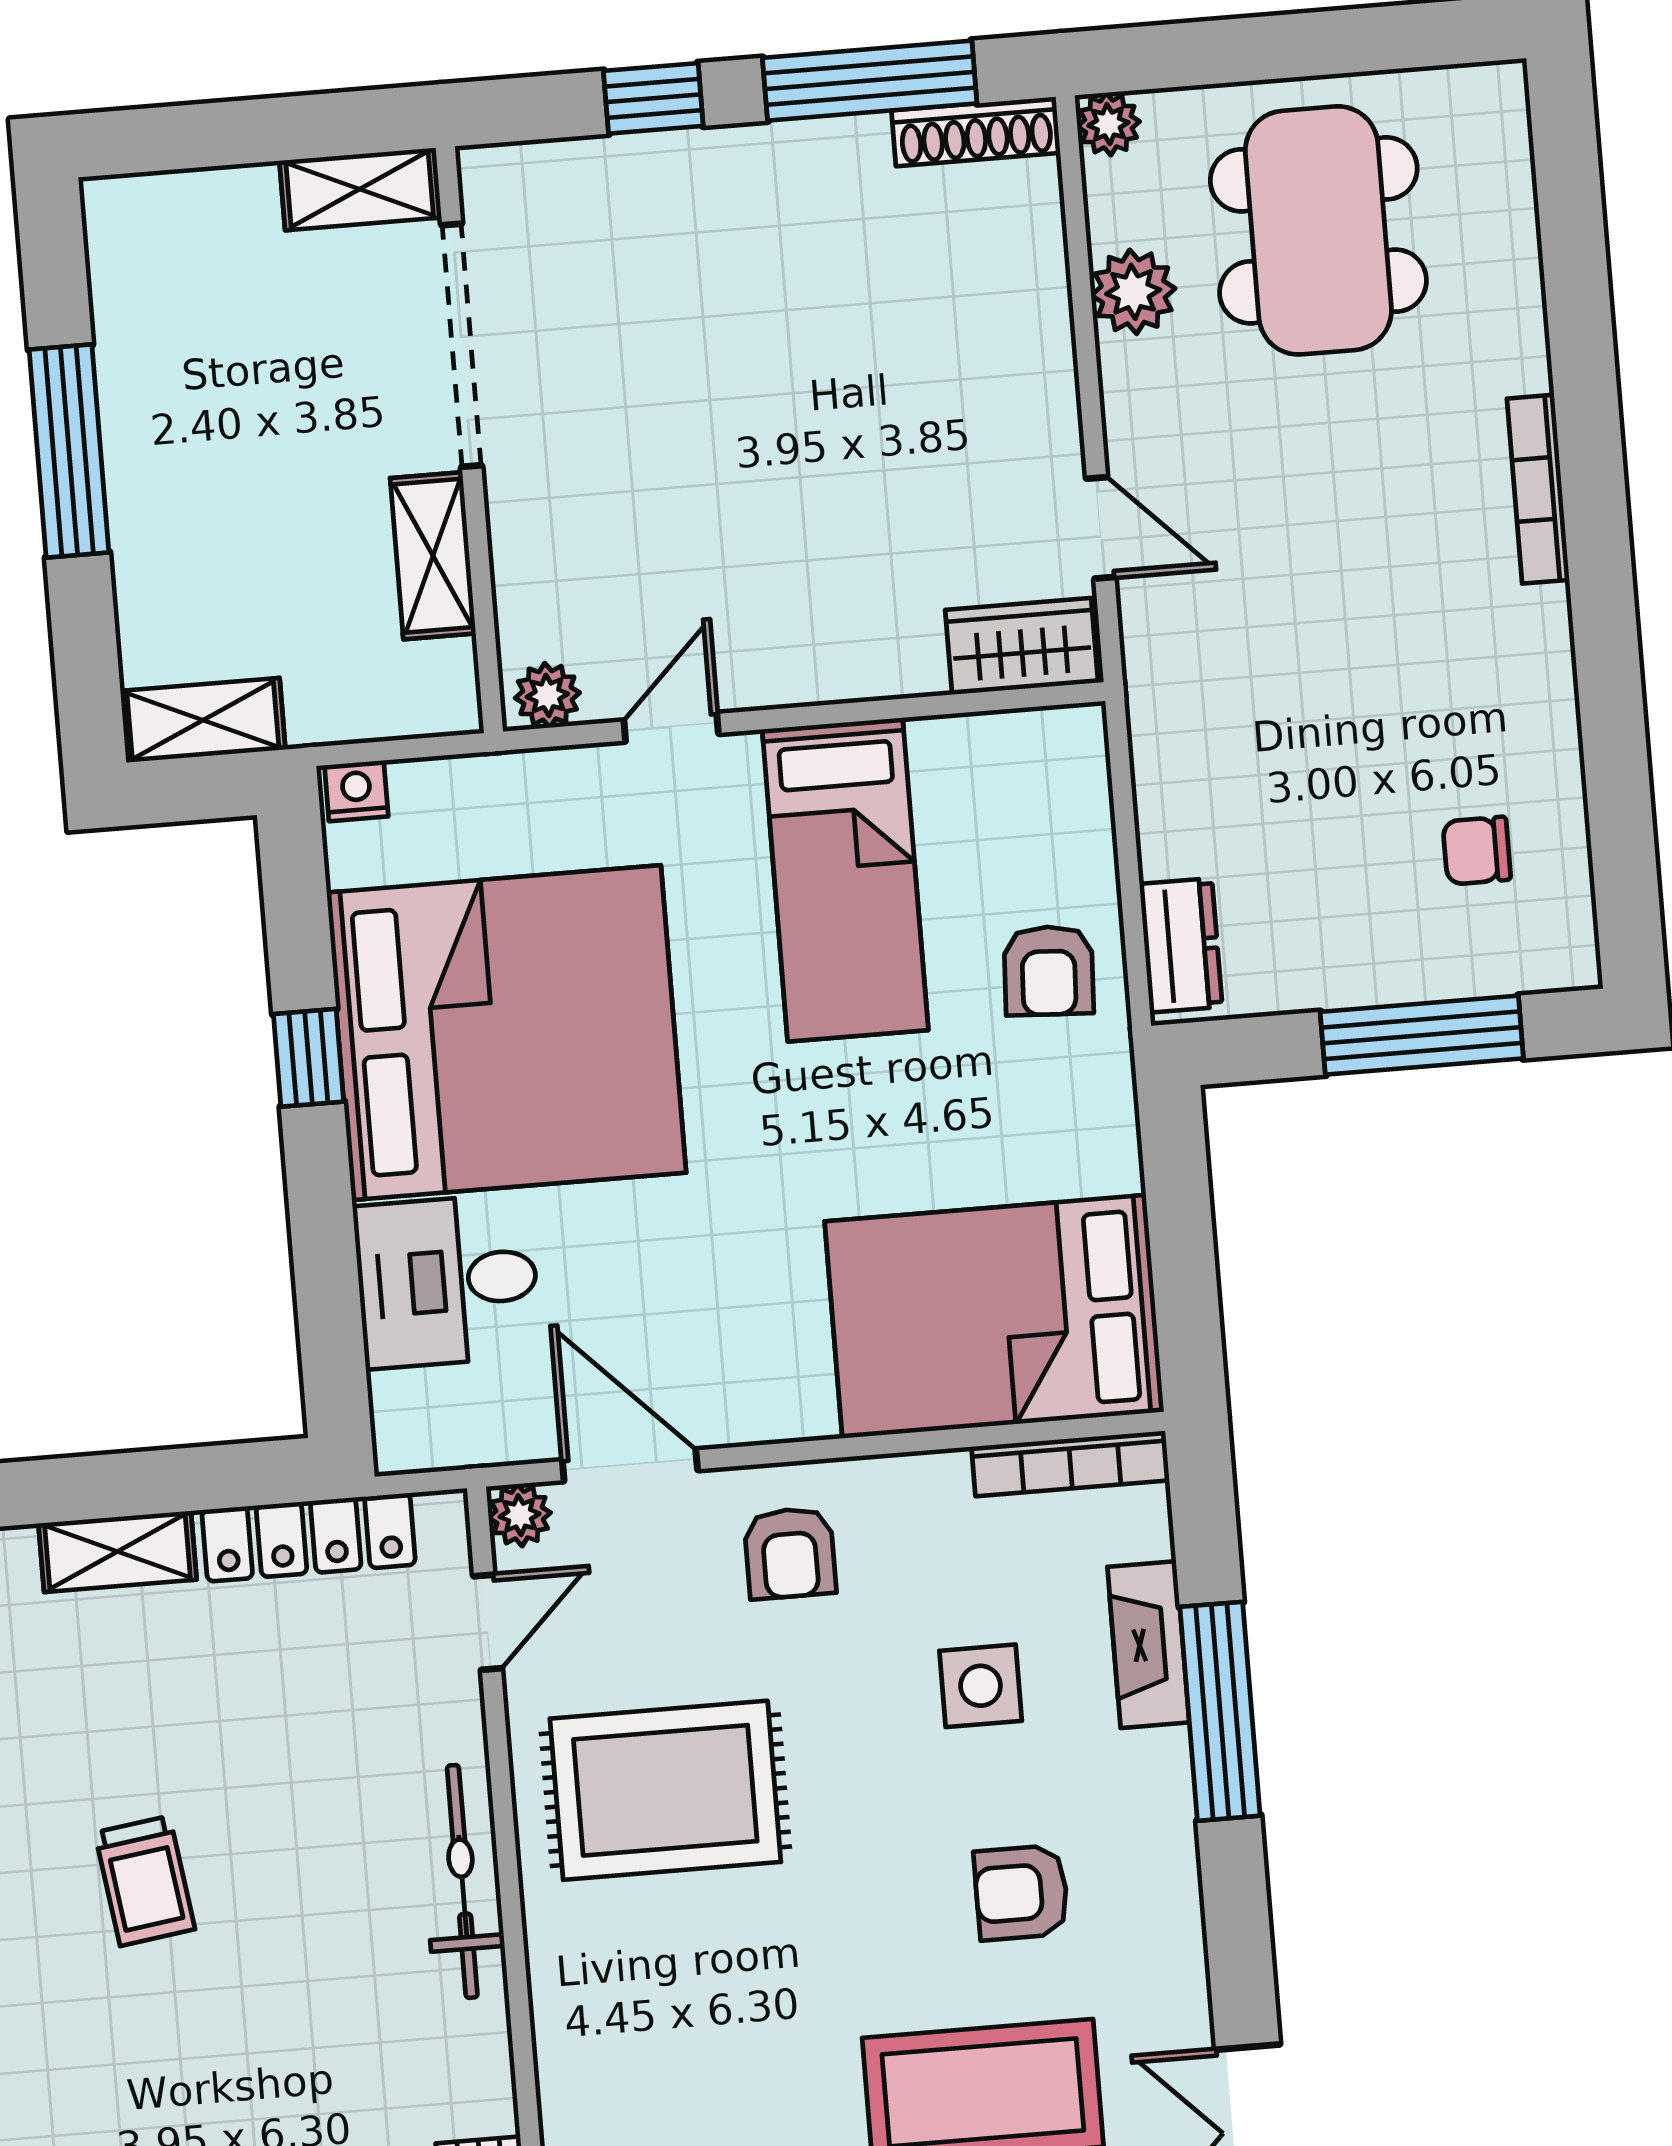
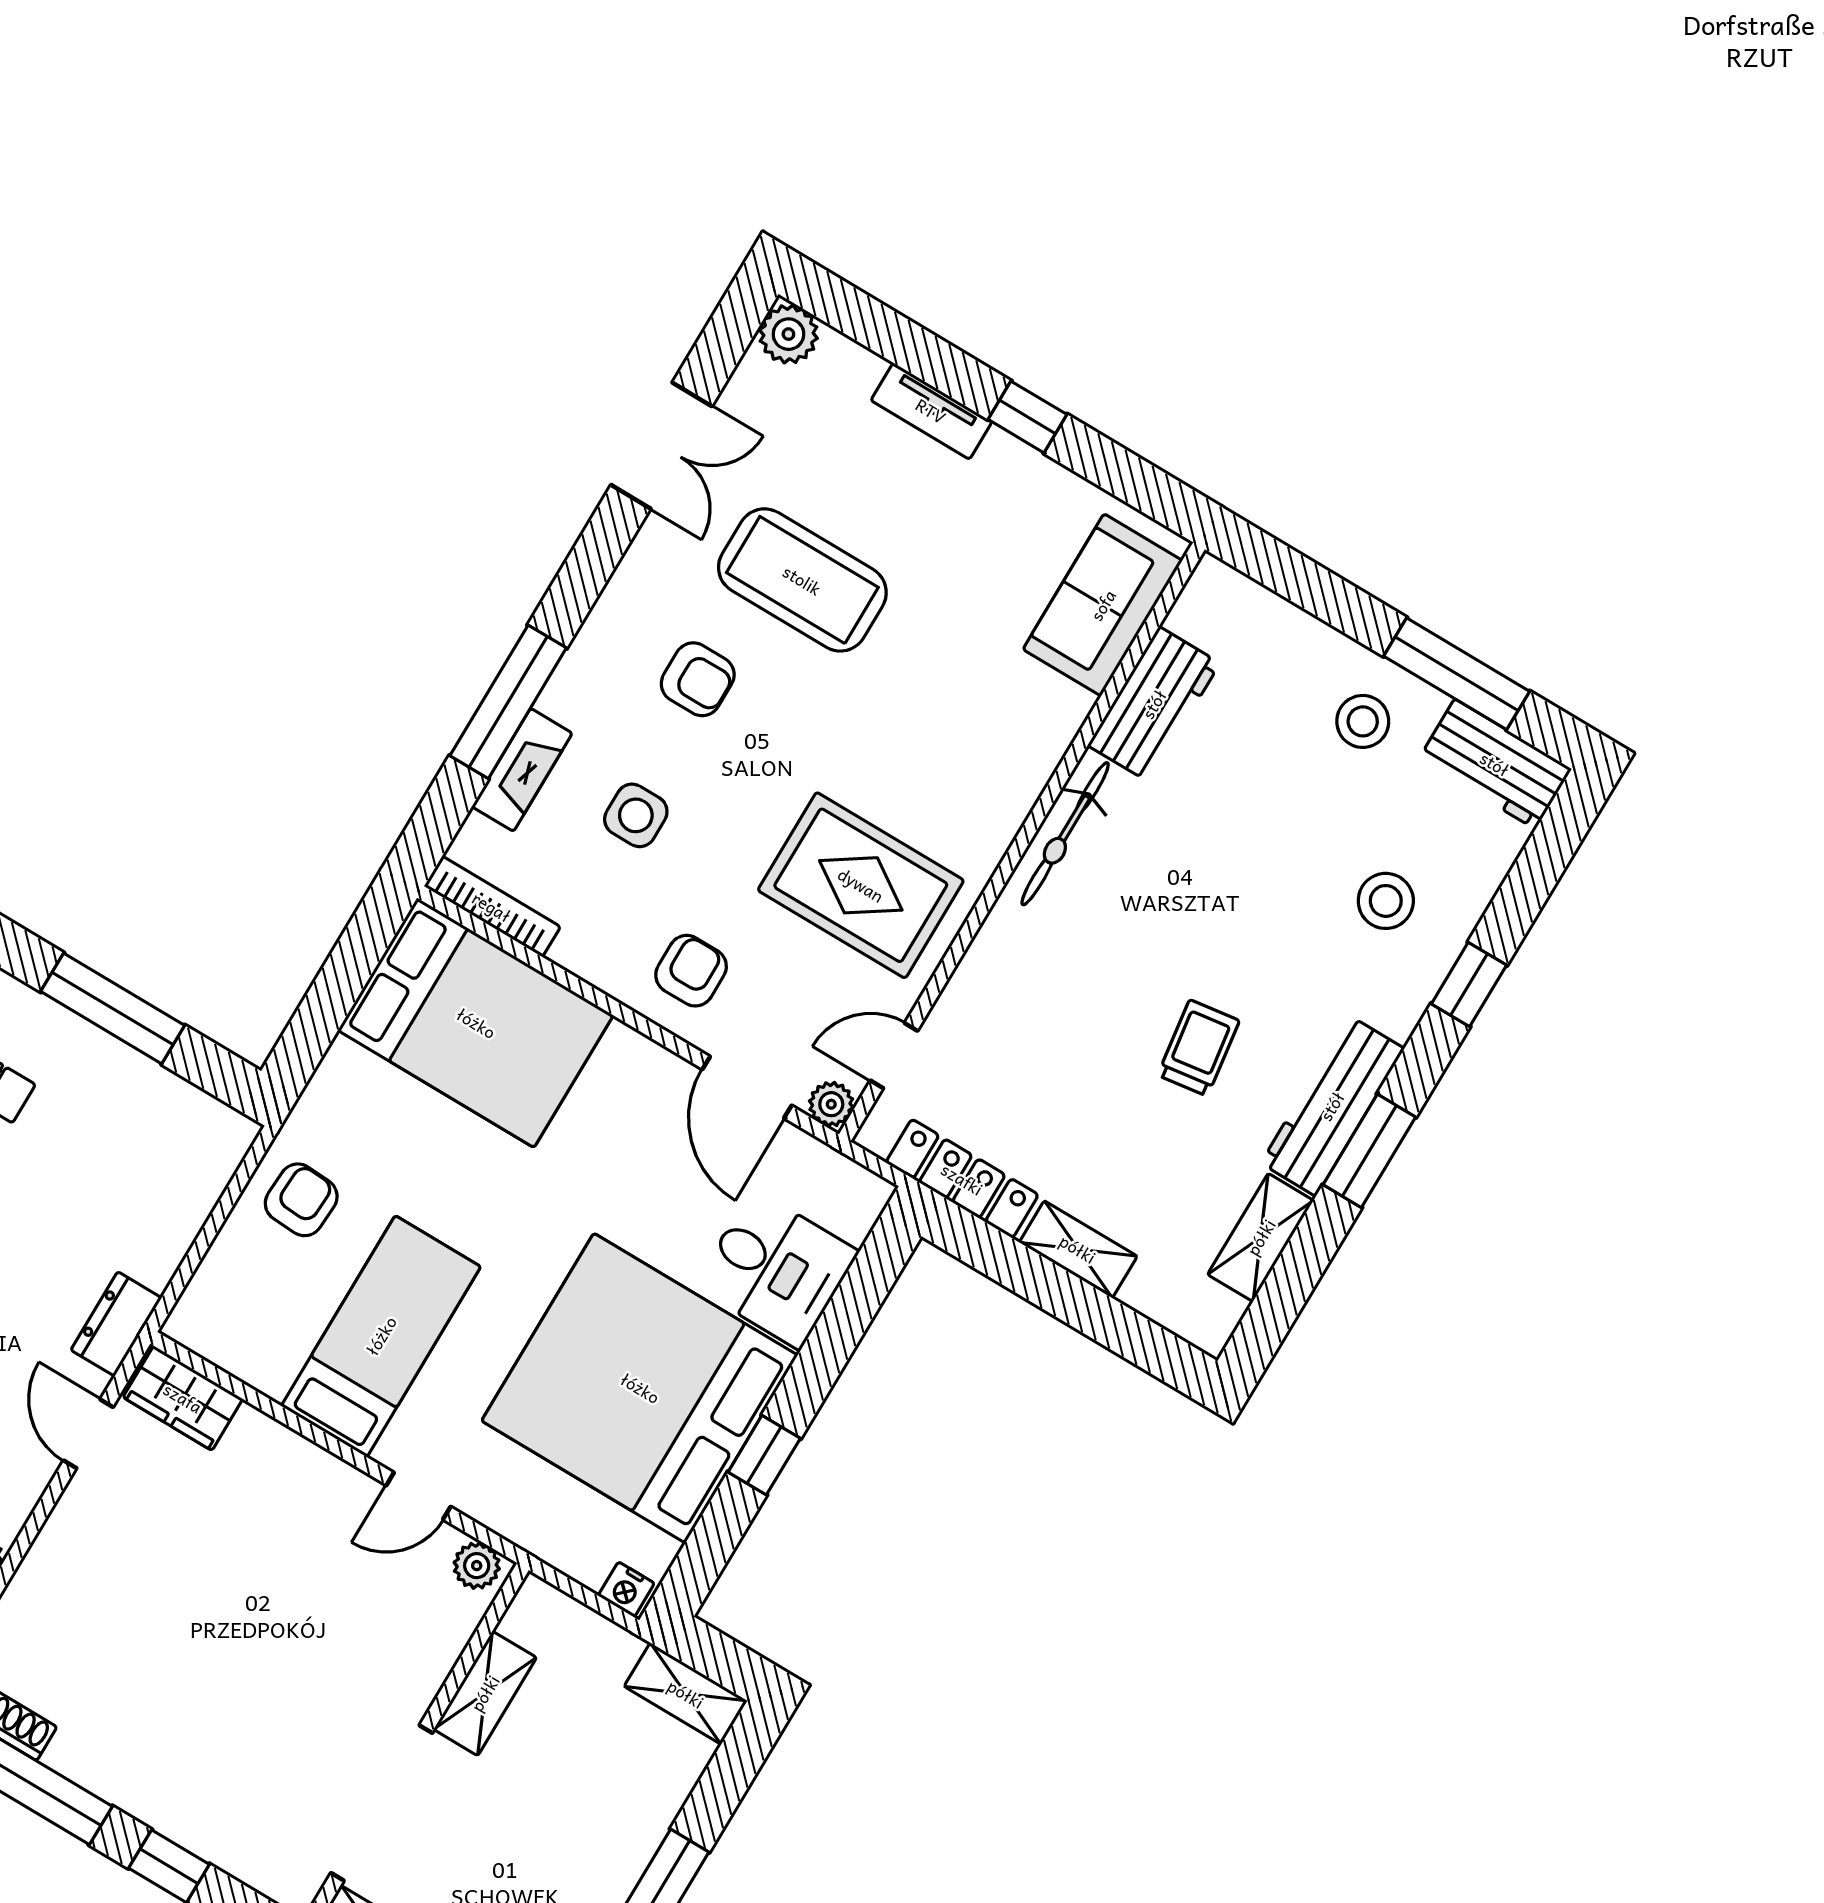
dresser: (1181, 945) -> (116, 1324), moved
bicycle: (462, 1881) -> (1065, 834), moved

